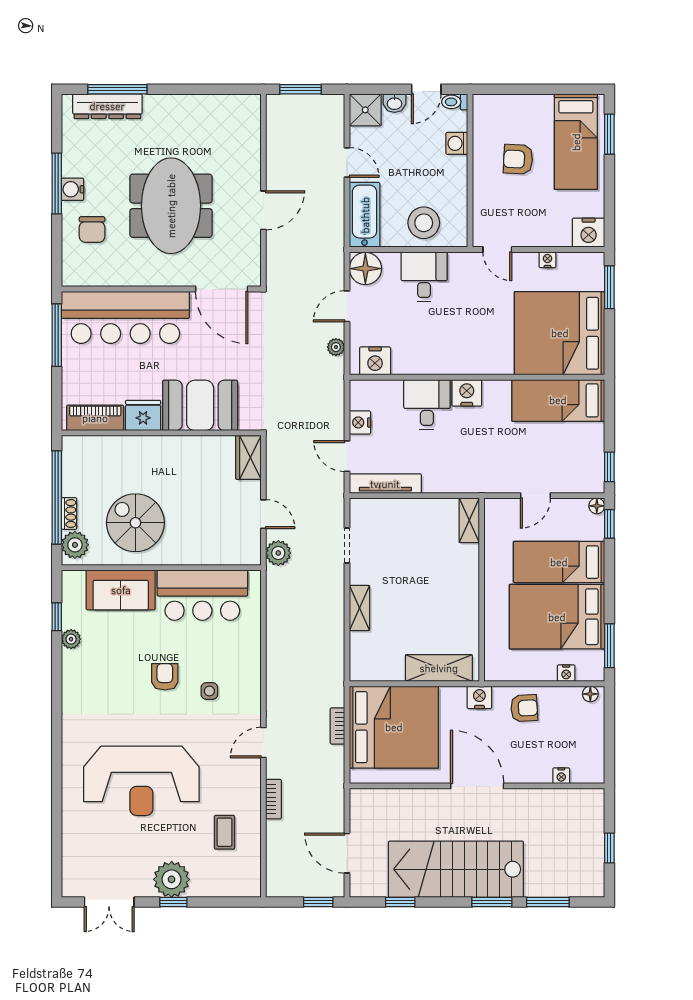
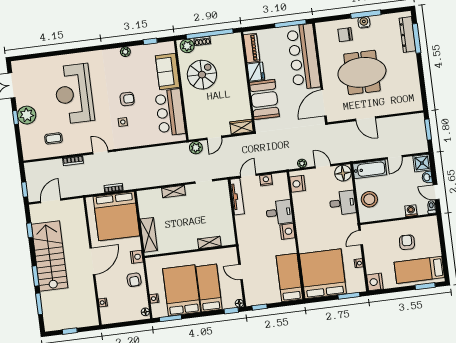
shelving: (469, 520) -> (209, 243), moved
plant: (71, 639) -> (125, 52), moved

